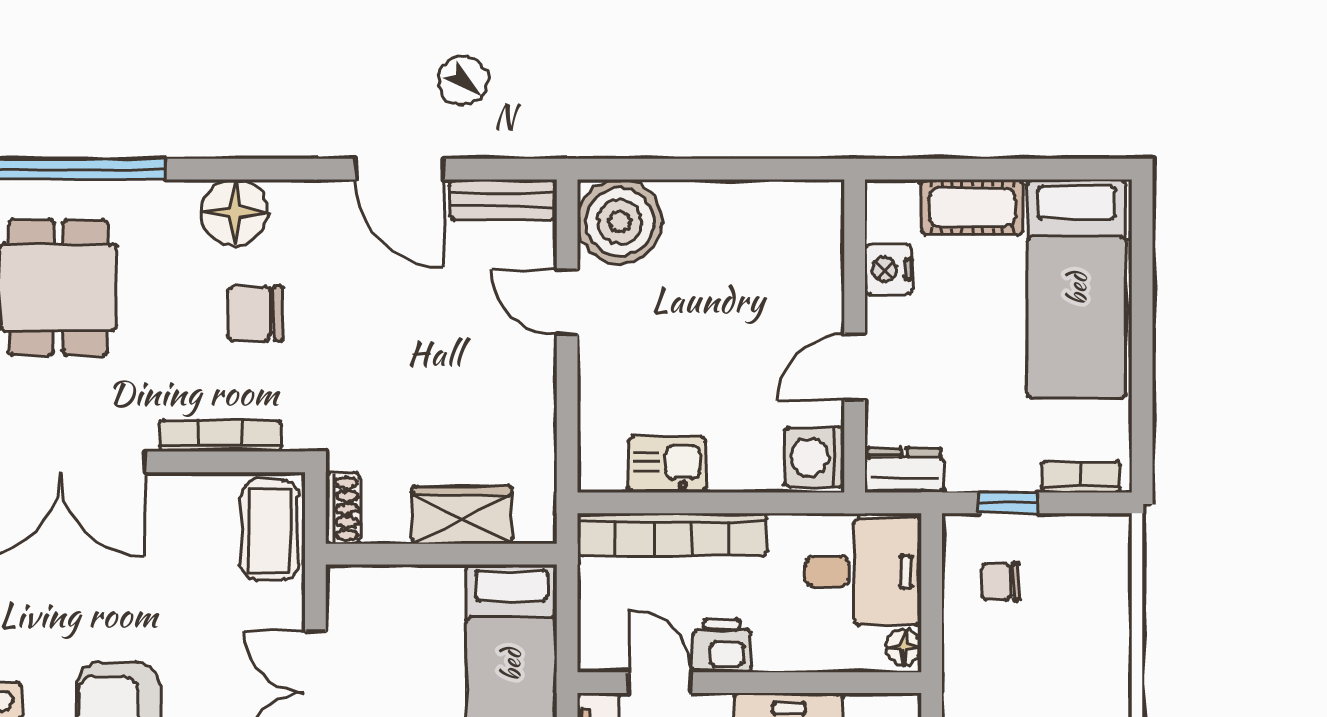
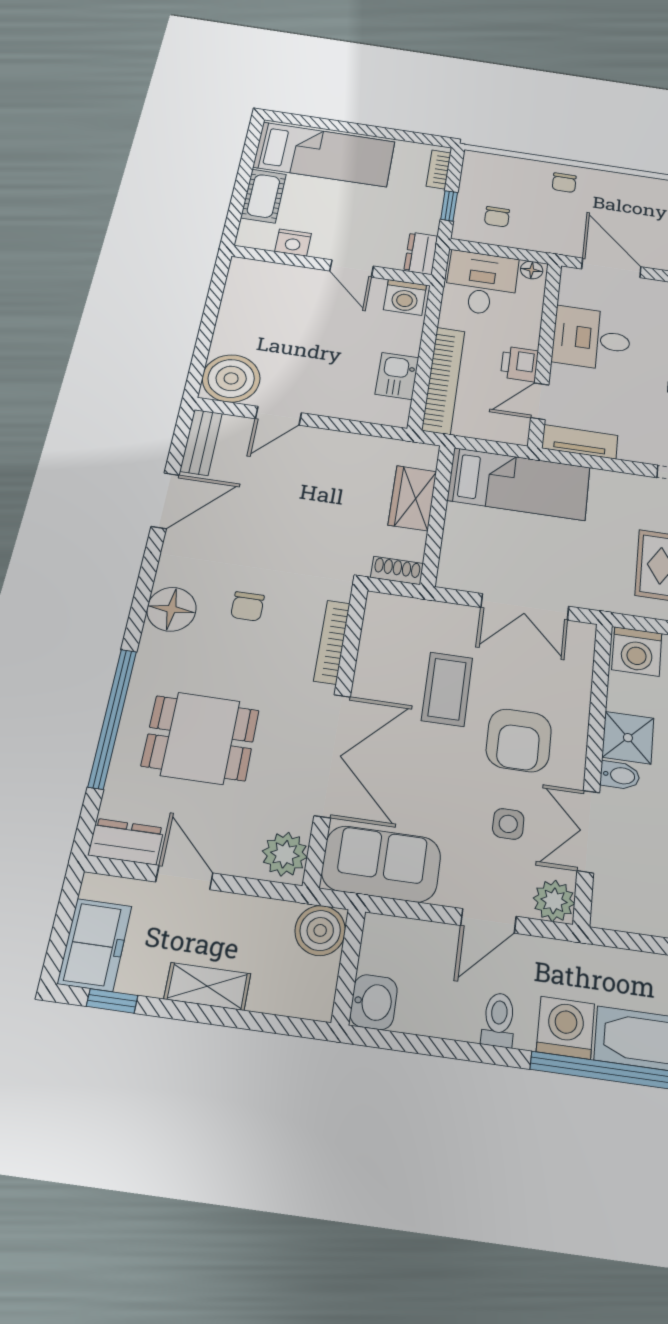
chair: (255, 313) -> (247, 606), width x0.73, depth x0.73
coffee table: (270, 530) -> (447, 689), moved, turned 90
chair: (1092, 684) -> (564, 183), added

